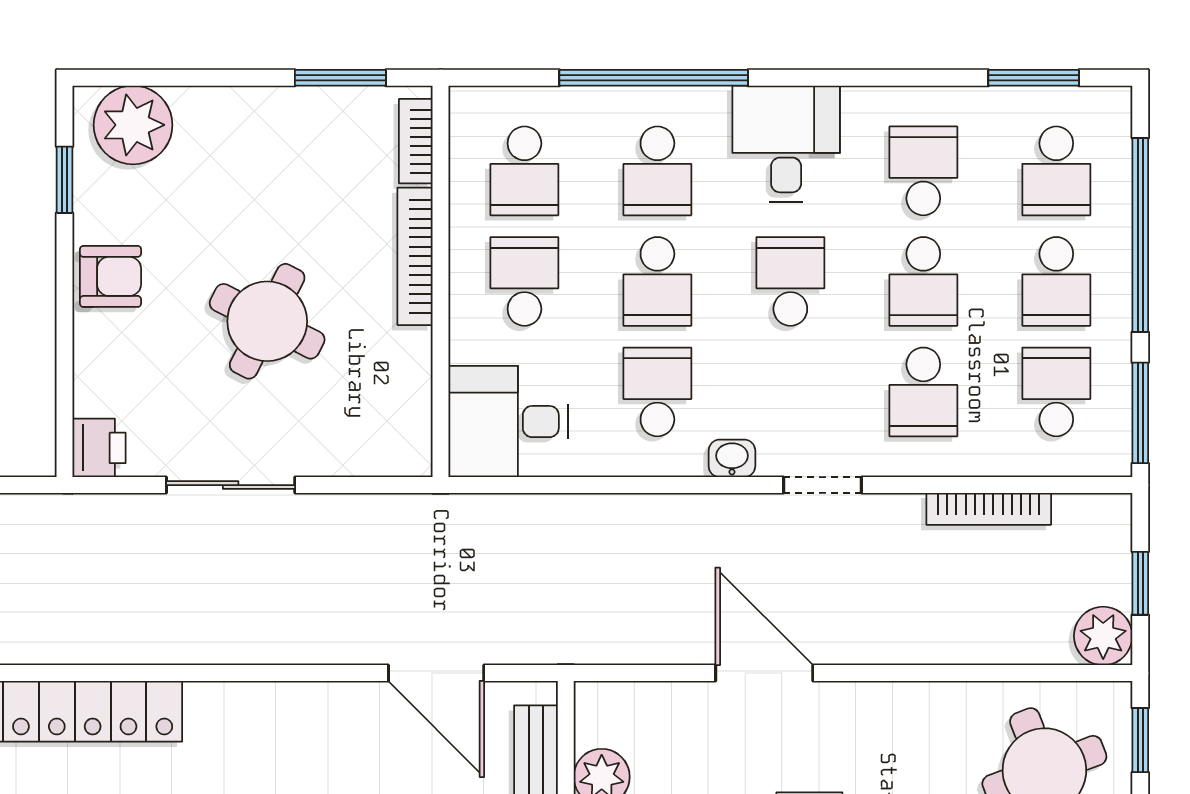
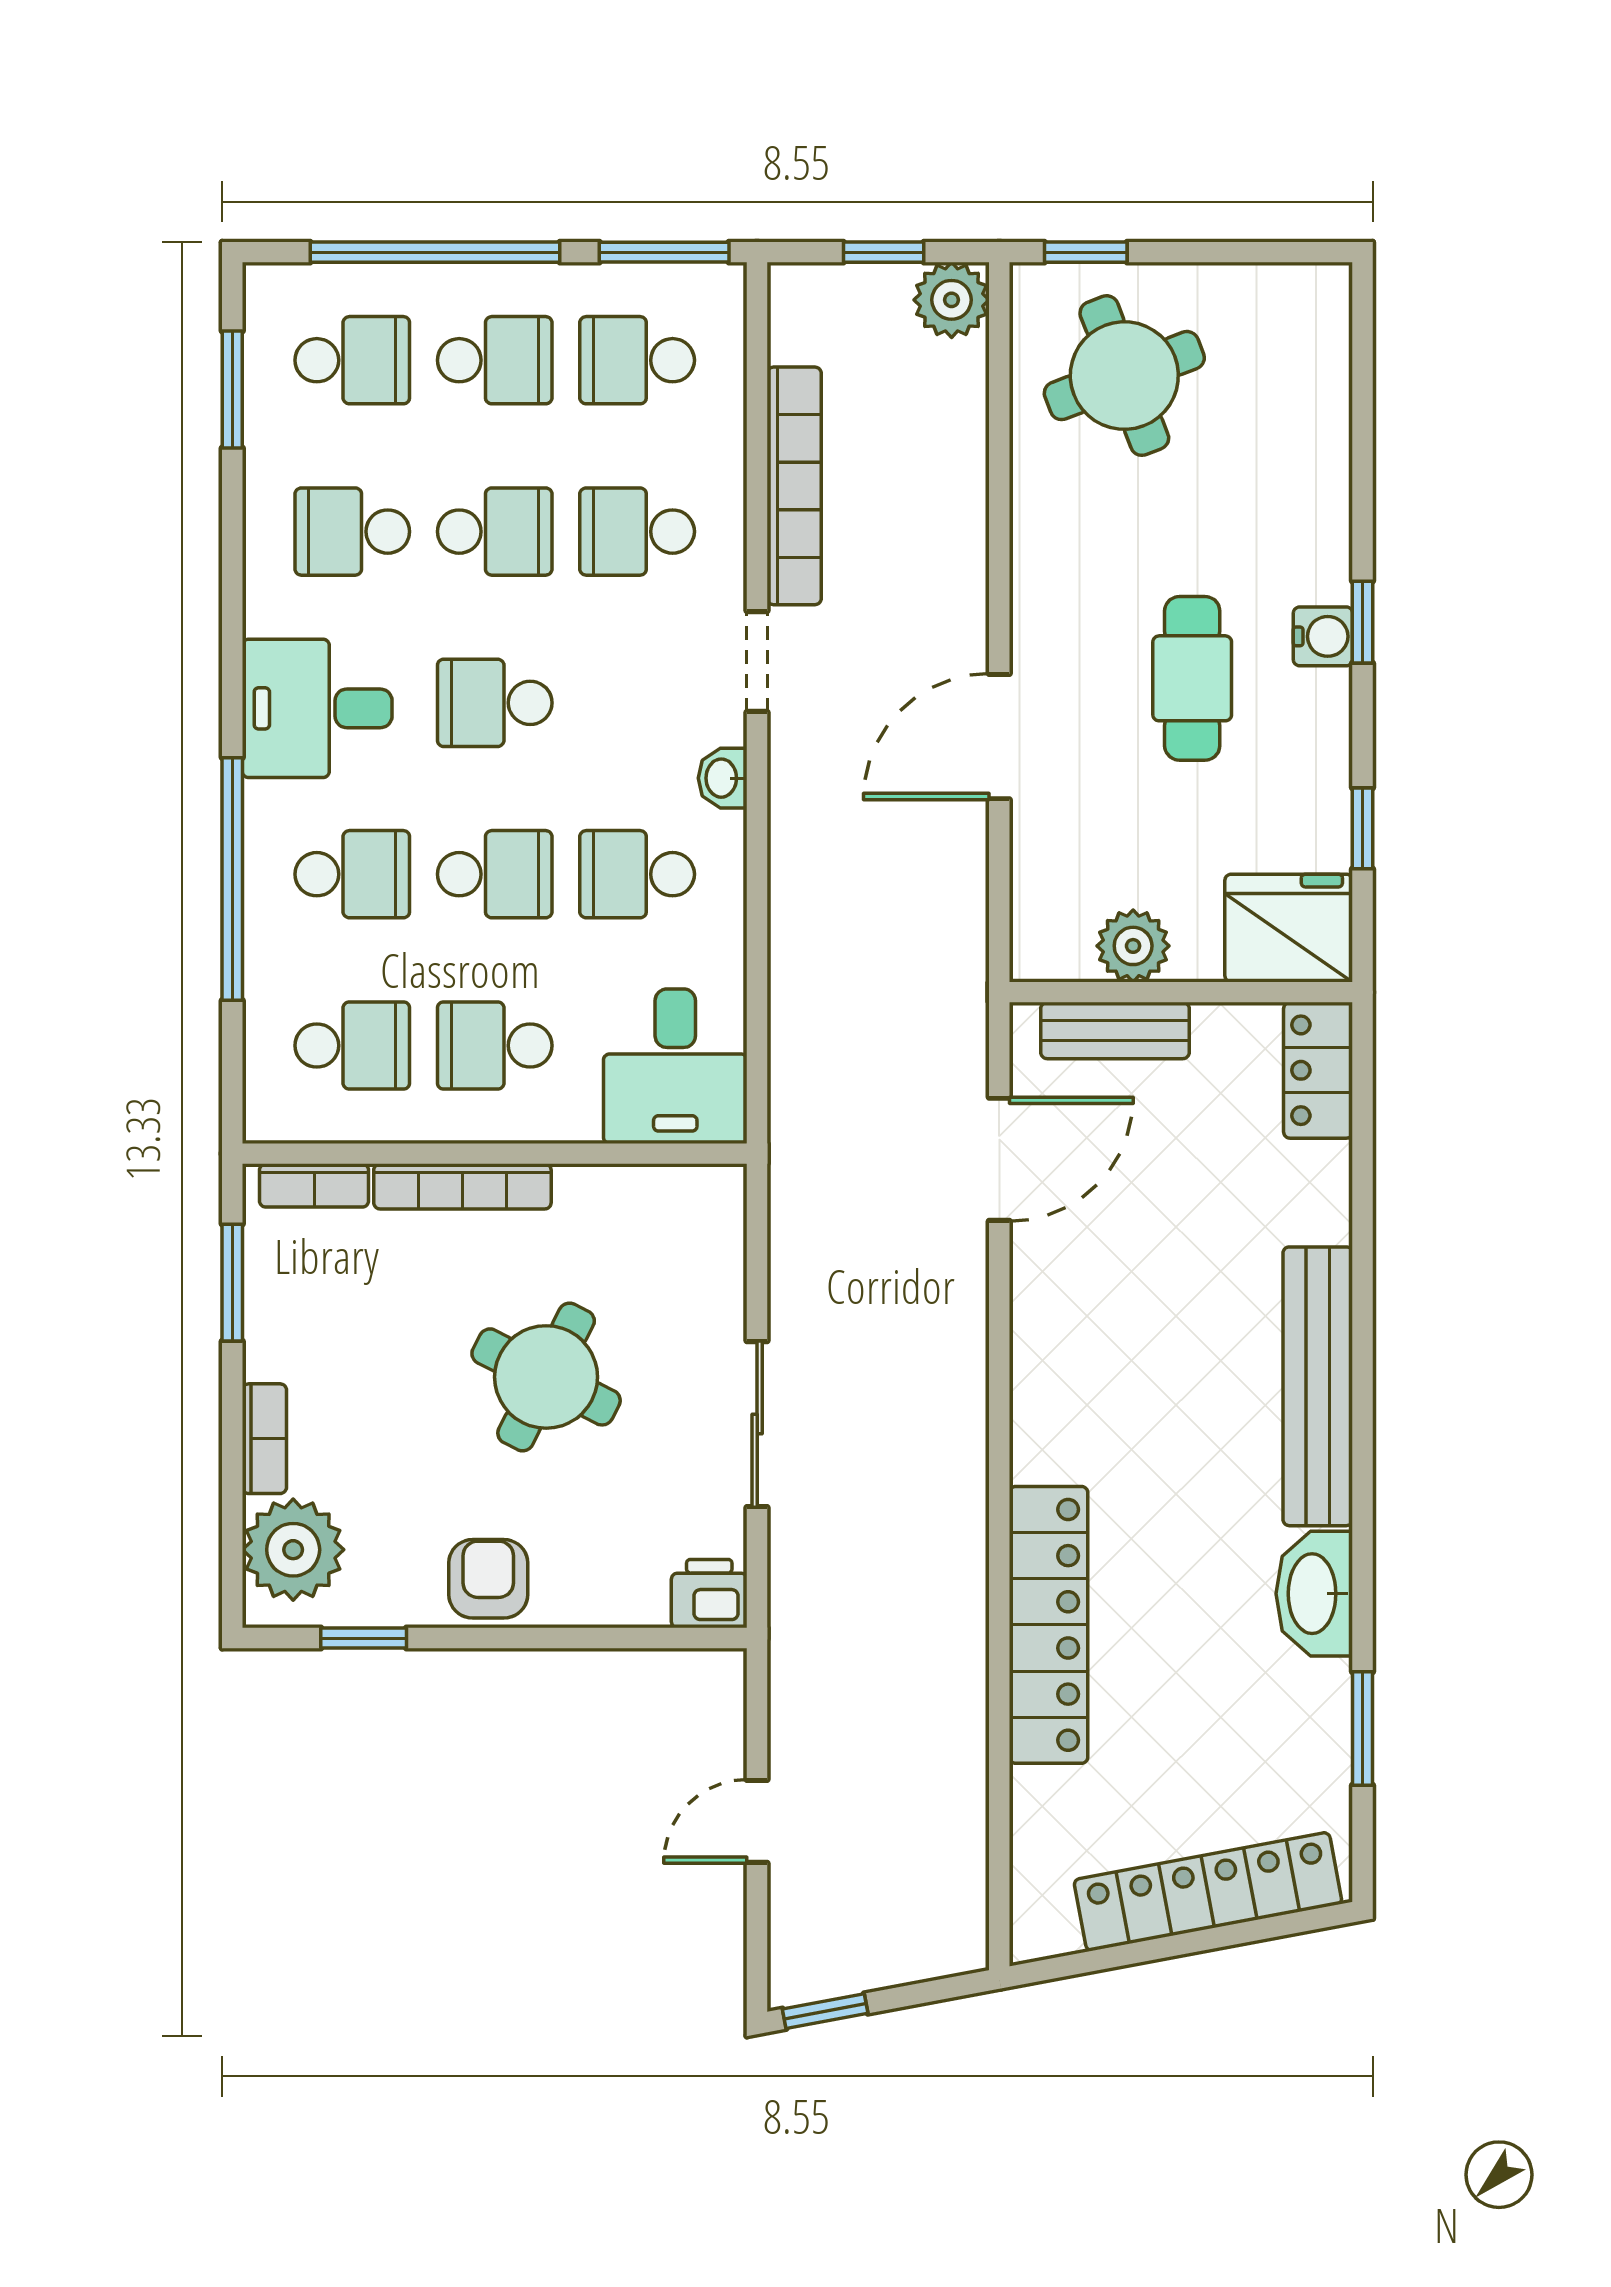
bookcase: (219, 103) -> (264, 1439), added
school desk: (923, 392) -> (637, 532), turned 180
bookcase: (989, 509) -> (794, 486), width x1.48, depth x1.31

